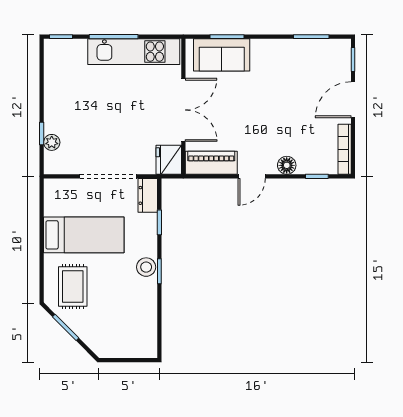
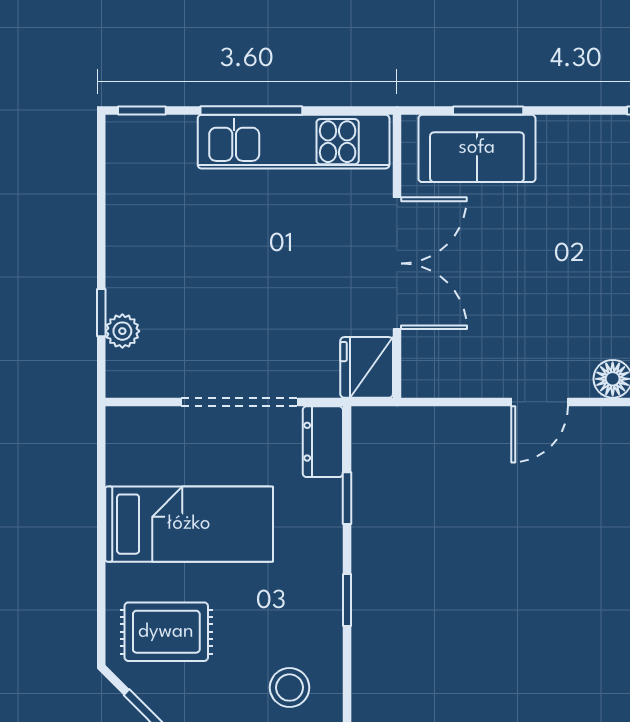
piano: (211, 163) -> (455, 374), removed
stool: (146, 267) -> (290, 688), moved
rug: (73, 287) -> (166, 632), turned 90

